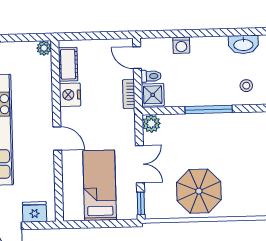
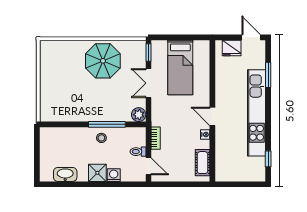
plant: (44, 48) -> (221, 176), removed
stool: (246, 86) -> (101, 138), moved
nightstand: (70, 95) -> (205, 135), width x0.53, depth x0.56
shower: (153, 95) -> (97, 173), moved
window: (209, 110) -> (107, 124), moved
door: (57, 138) -> (212, 116), moved

